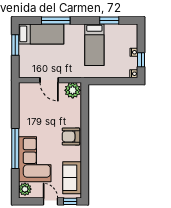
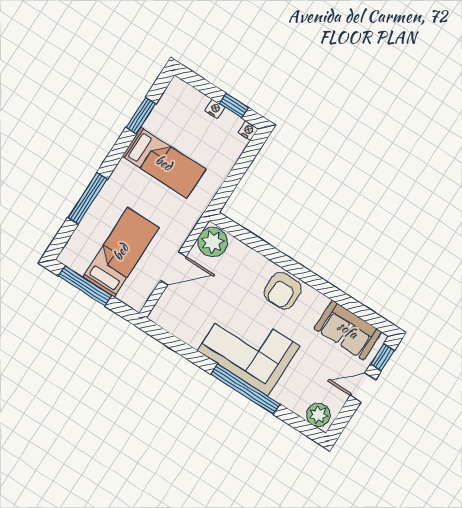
bed: (41, 34) -> (121, 252), moved
window: (15, 45) -> (85, 286), width x1.44
corner sofa: (35, 159) -> (249, 348), moved

